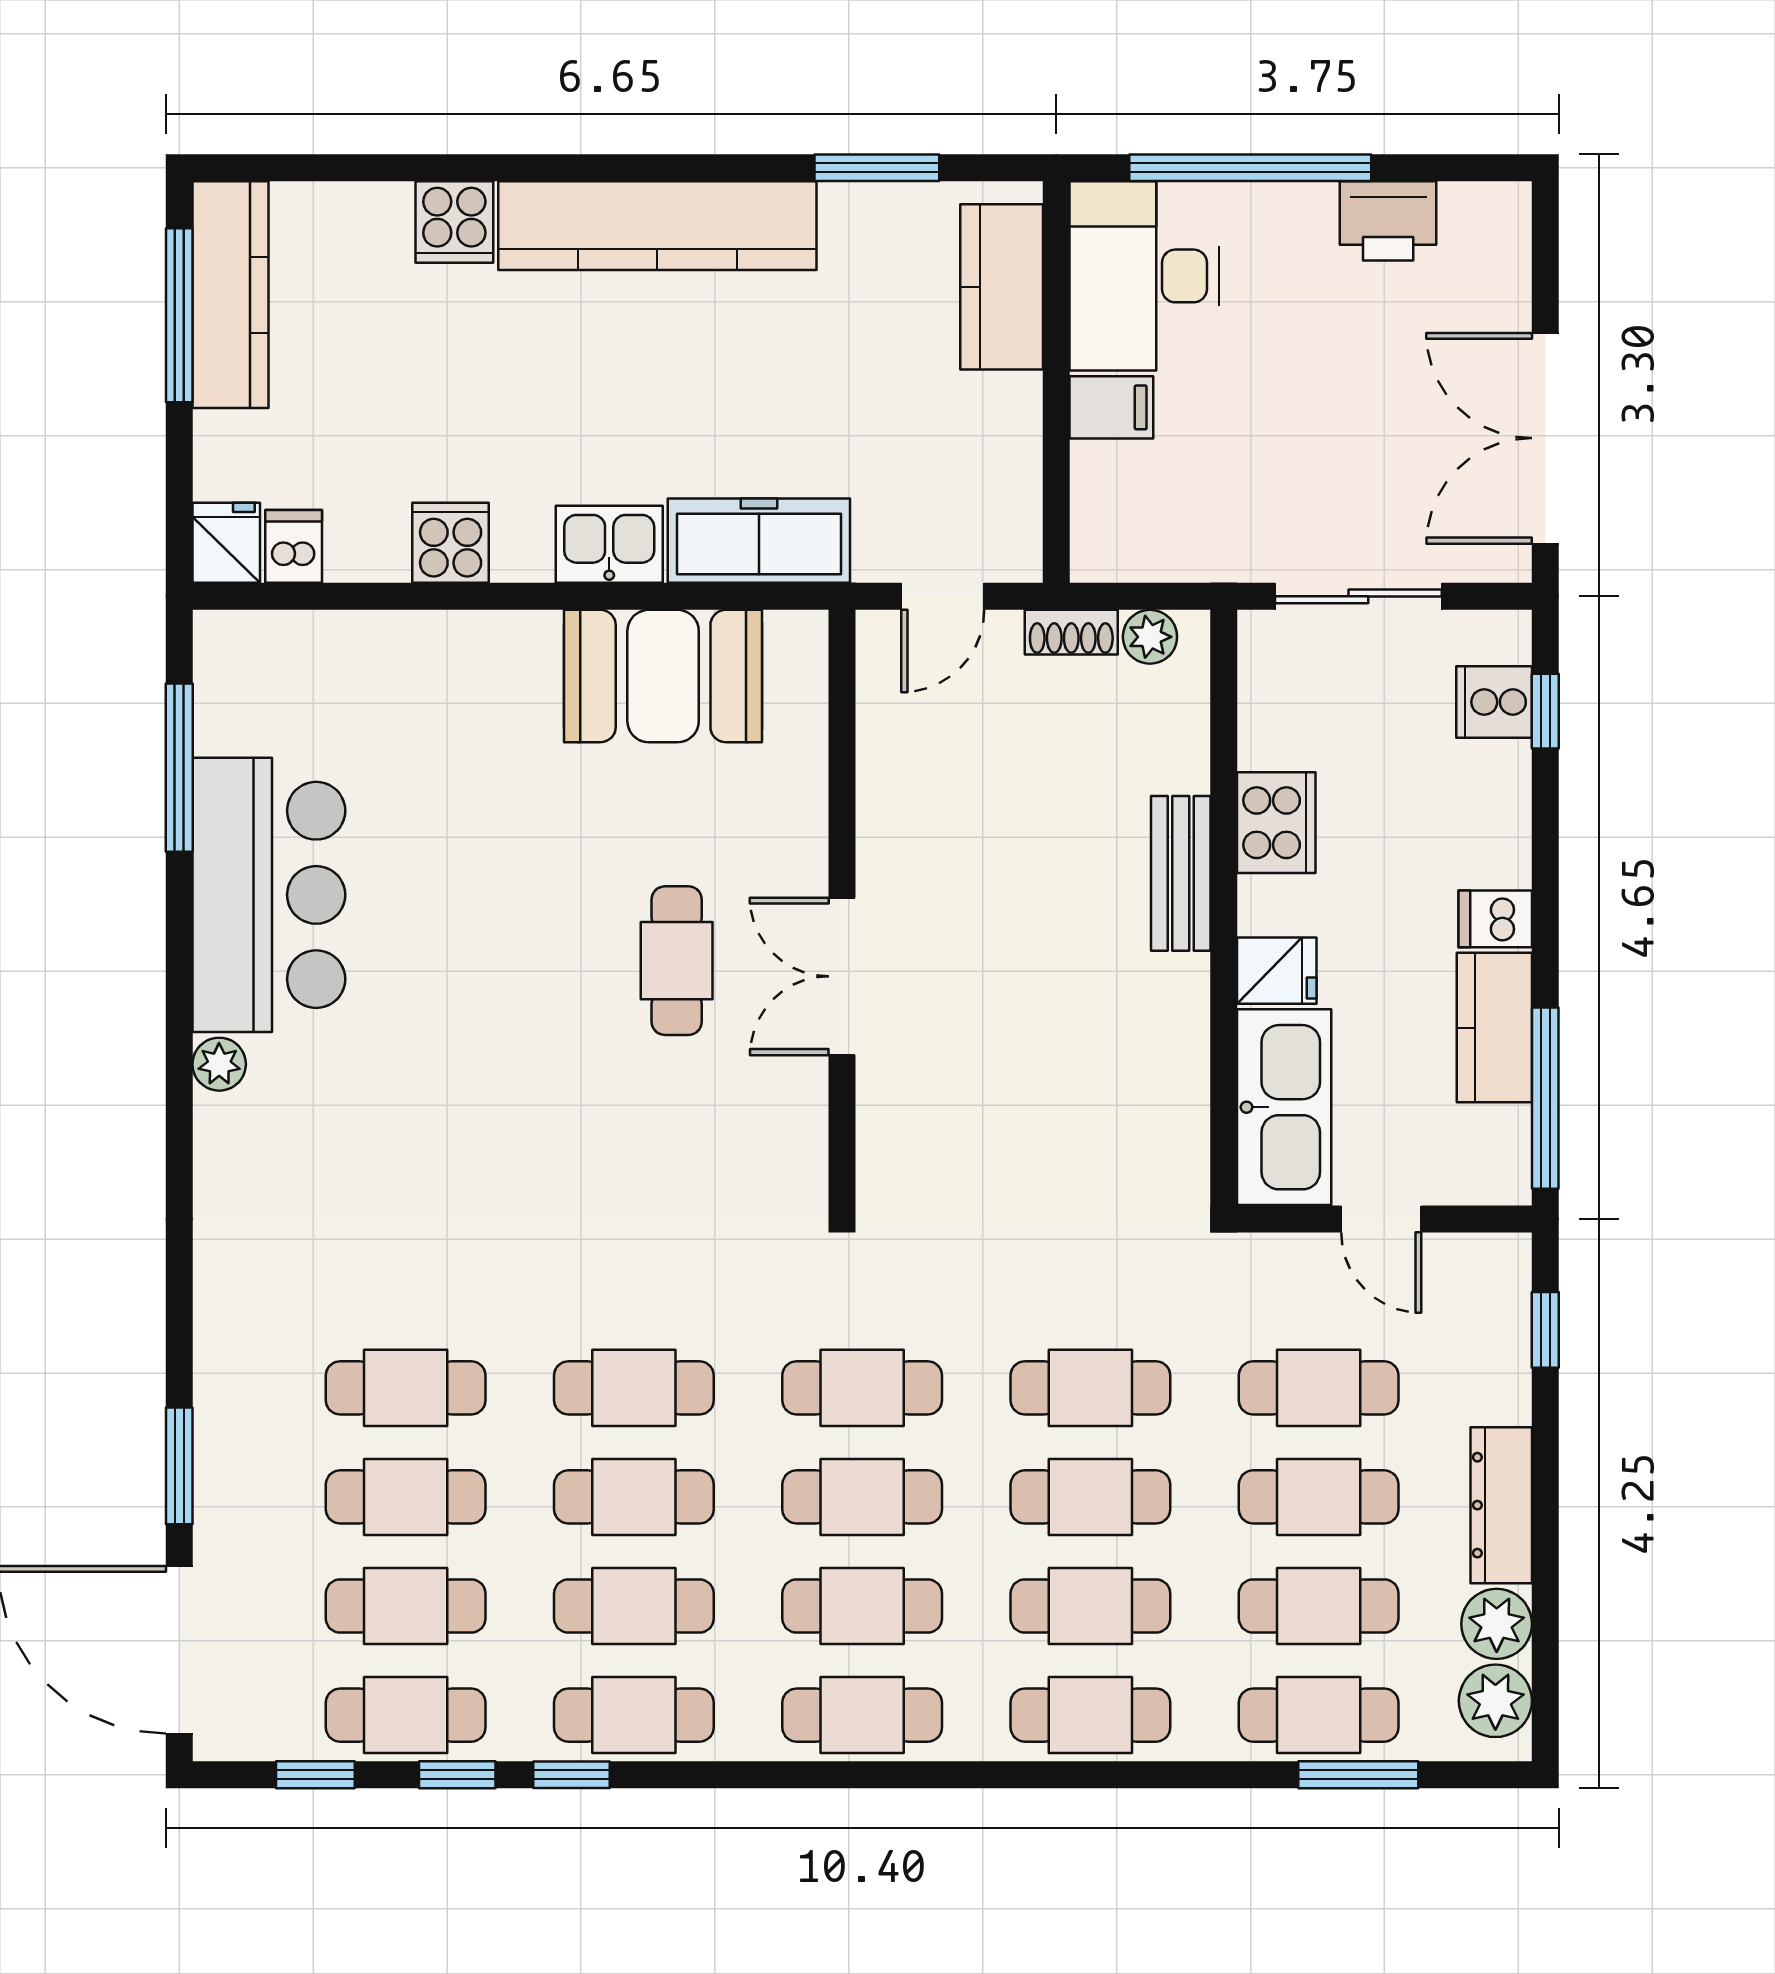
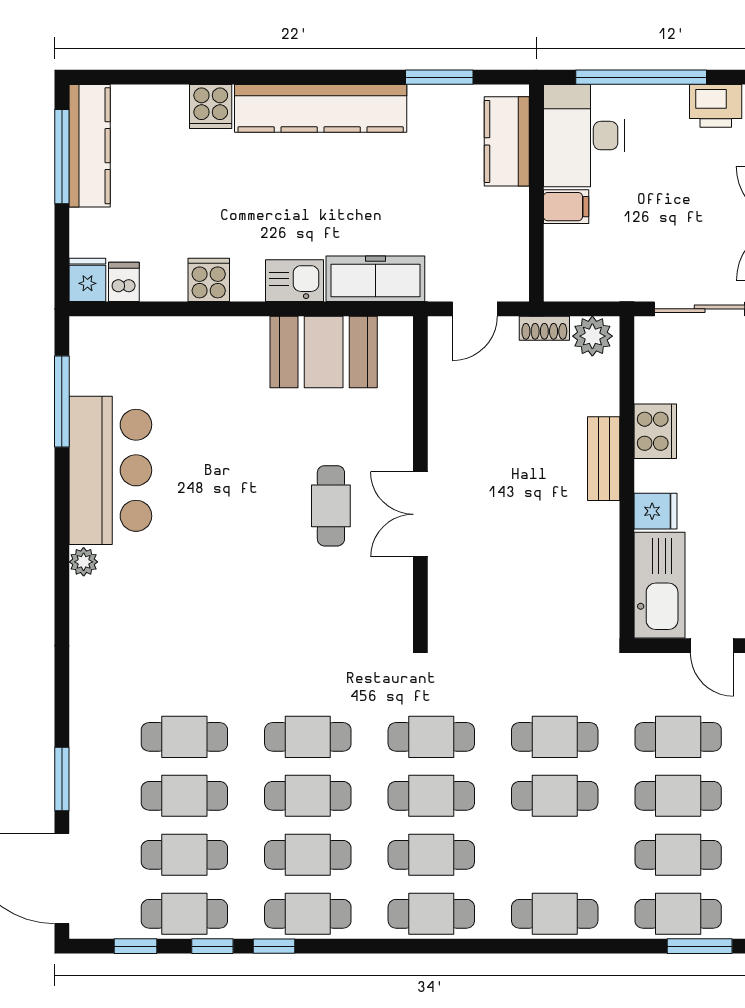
plant: (1150, 637) -> (592, 336), width x1.38, depth x1.38
cafe table: (1090, 1606) -> (555, 855), removed

